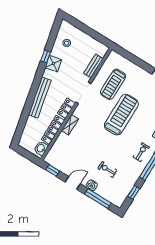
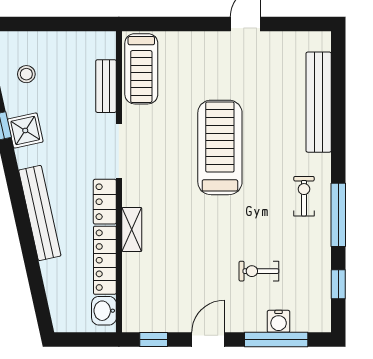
treadmill: (113, 84) -> (141, 69), moved
water cooler: (92, 185) -> (279, 321), moved

